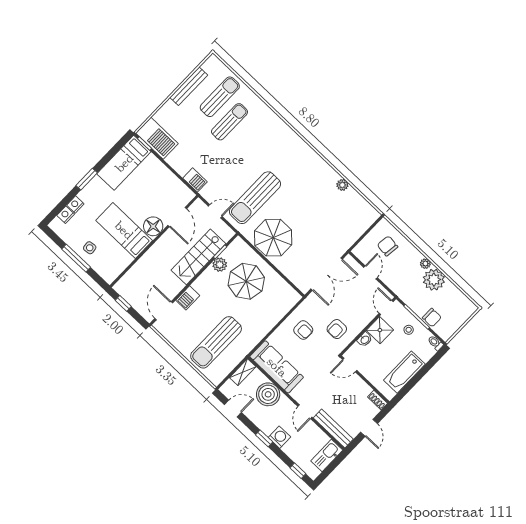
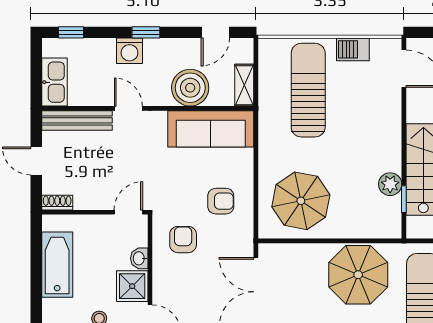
parasol: (246, 281) -> (301, 201), moved
barbecue: (188, 298) -> (353, 49), moved, turned -90
armchair: (303, 330) -> (221, 201), turned 180

